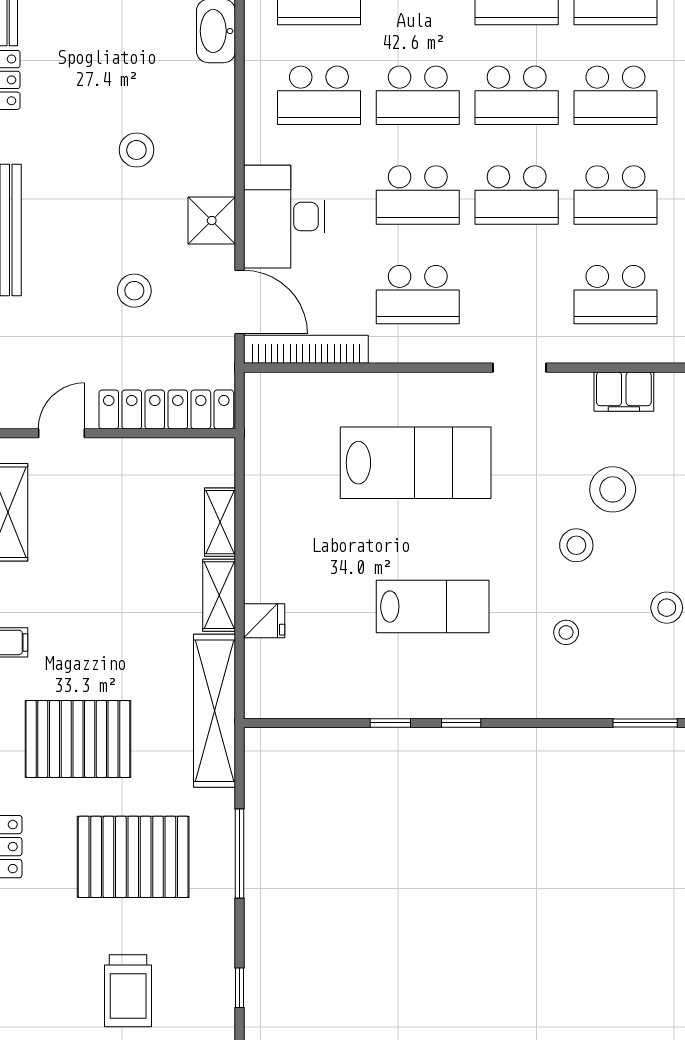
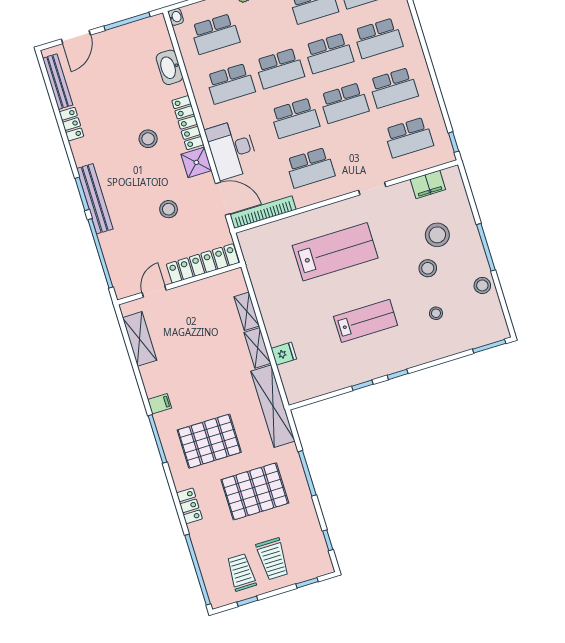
locker: (218, 143) -> (188, 123), added
trolley: (63, 998) -> (241, 572), added

